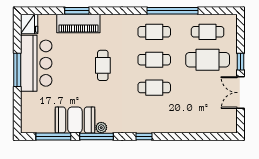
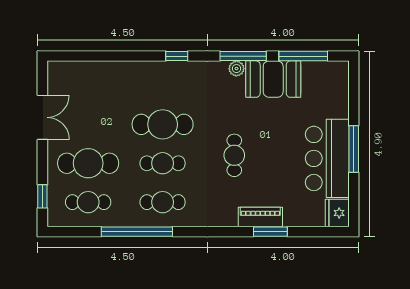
piano: (78, 23) -> (260, 217), width x0.73, depth x0.75
window: (240, 62) -> (42, 196), moved
cafe table: (154, 88) -> (163, 124), width x1.37, depth x1.35

